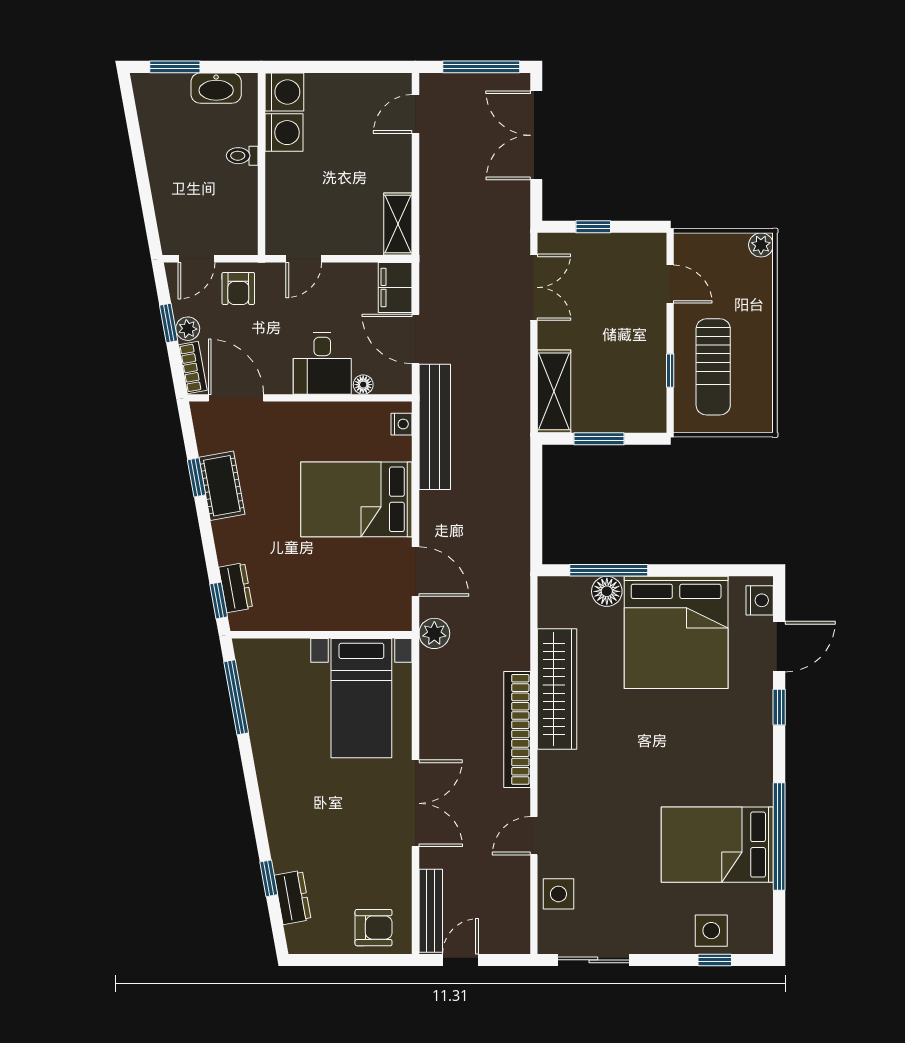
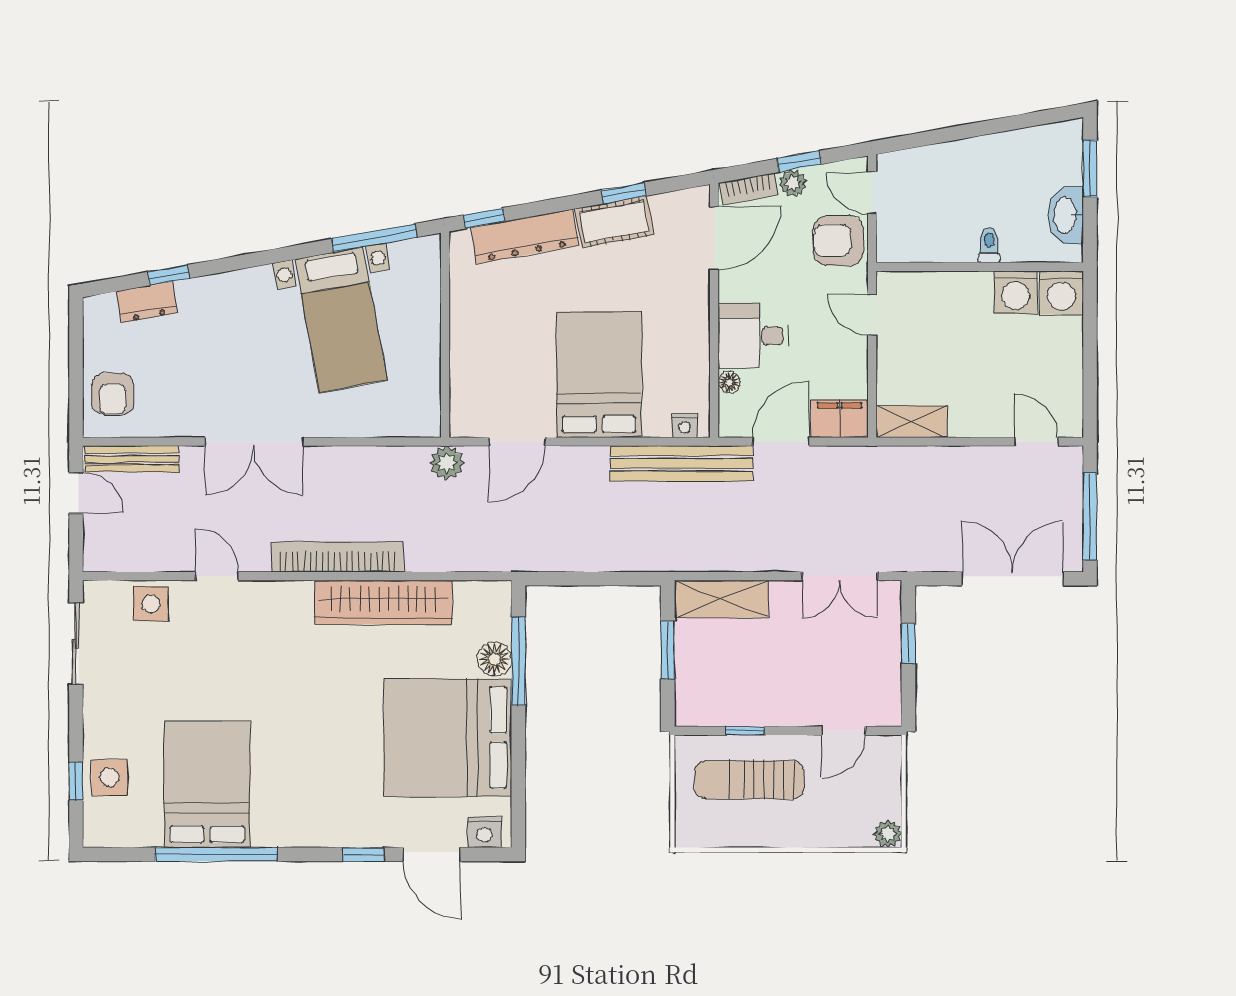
armchair: (238, 288) -> (838, 240), width x1.38, depth x1.38
dresser: (236, 588) -> (524, 237), width x1.96, depth x1.24
bed with nightstands: (361, 698) -> (341, 320), moved, turned -100

